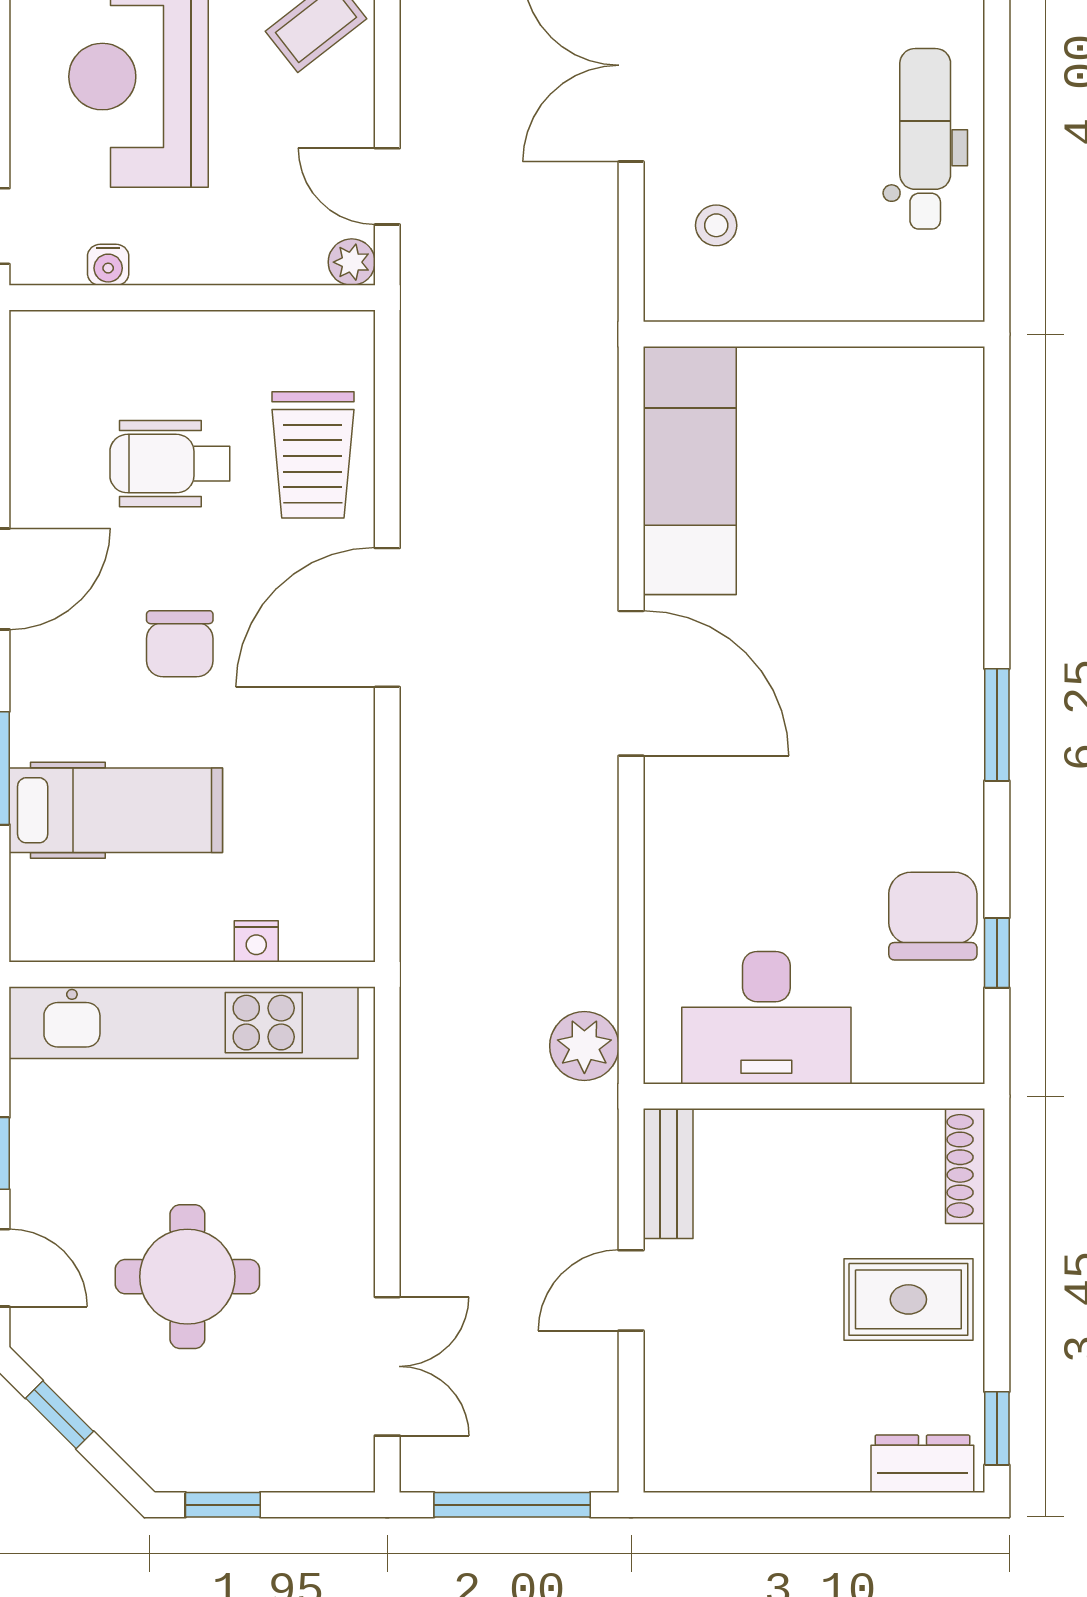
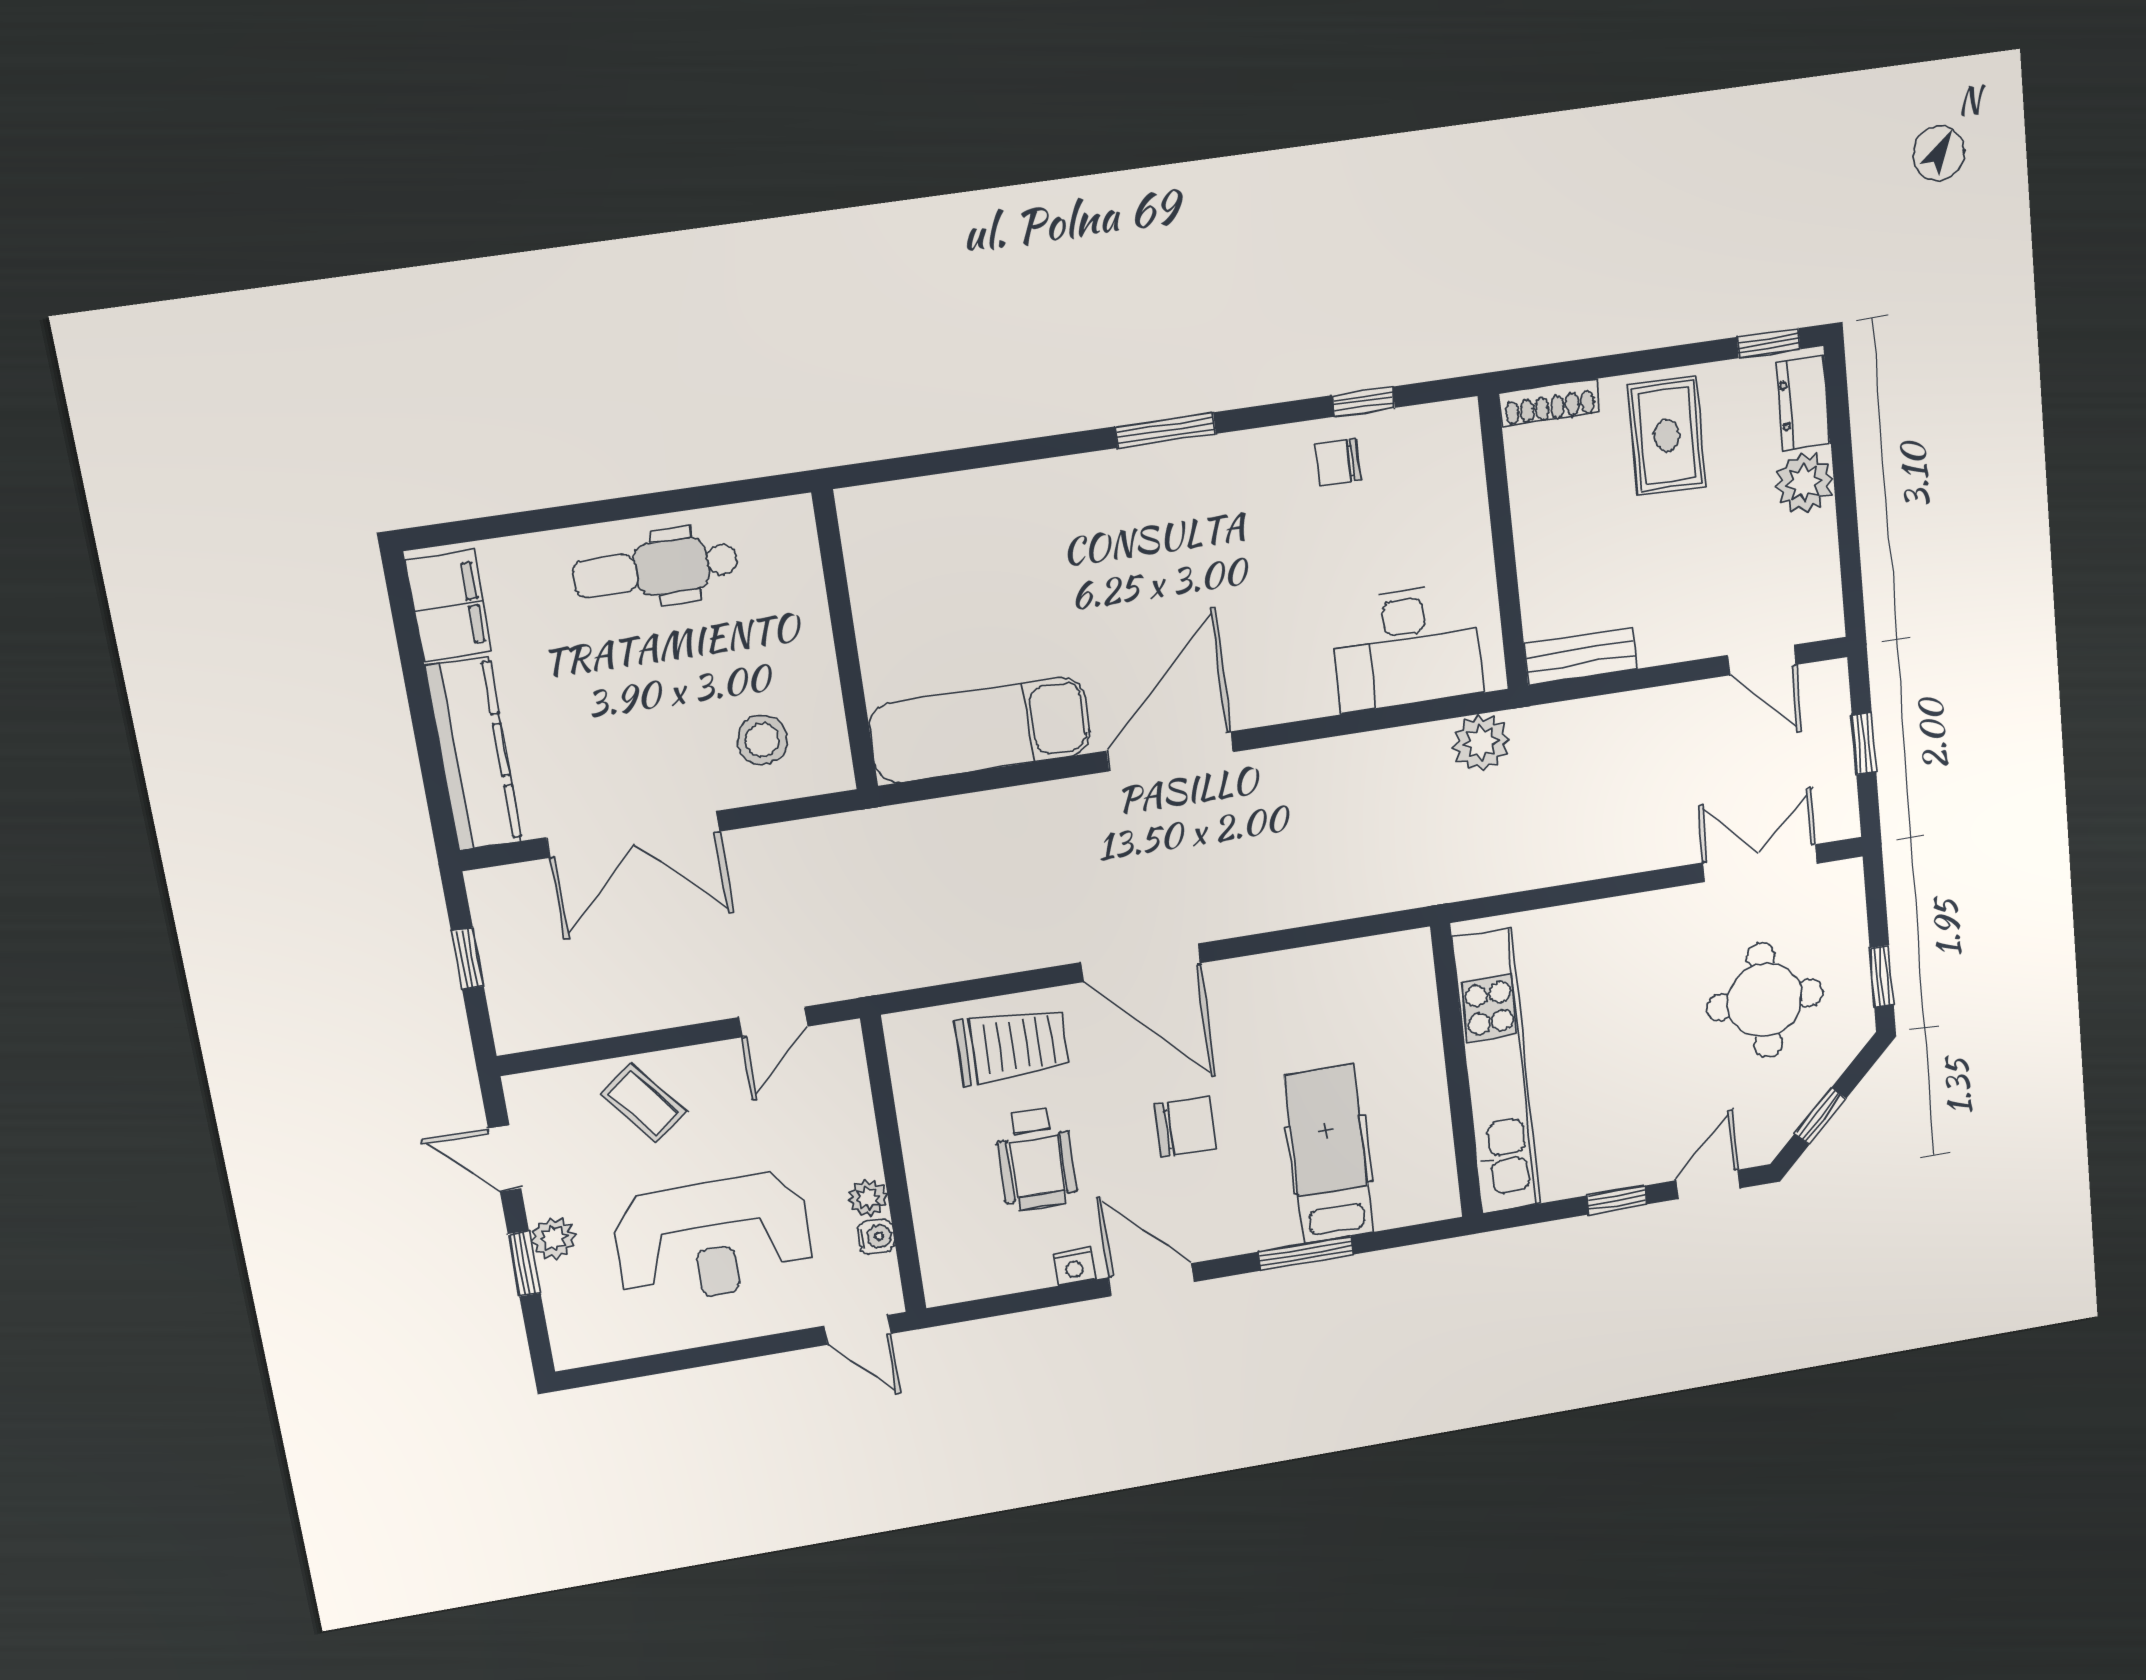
stool: (716, 225) -> (762, 740), width x1.37, depth x1.37
plant: (352, 262) -> (868, 1198), moved
chair: (933, 916) -> (1338, 462), width x0.54, depth x0.54
nightstand: (256, 941) -> (1074, 1266), moved, turned 90
desk: (766, 1018) -> (1407, 647), moved, turned 90
round table: (187, 1277) -> (1765, 1000), moved
door: (631, 1290) -> (1762, 660), moved
plant: (831, 1457) -> (1804, 483), added
window: (512, 1505) -> (1864, 744), width x0.46

